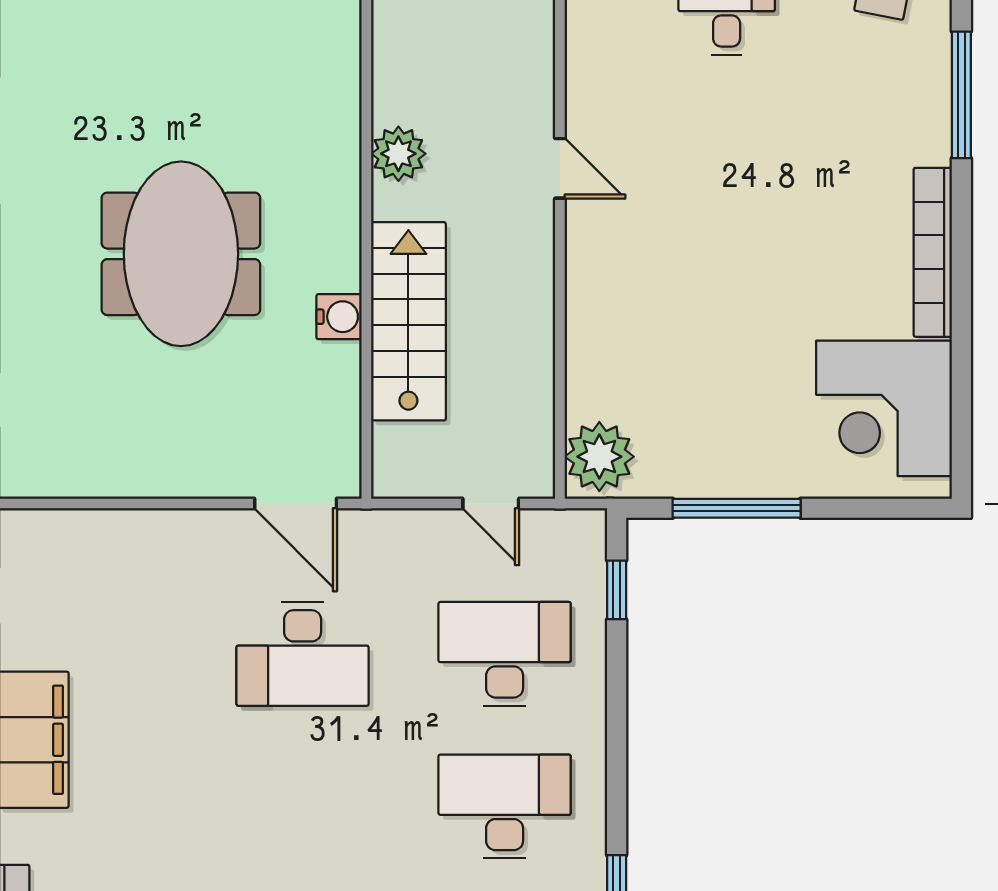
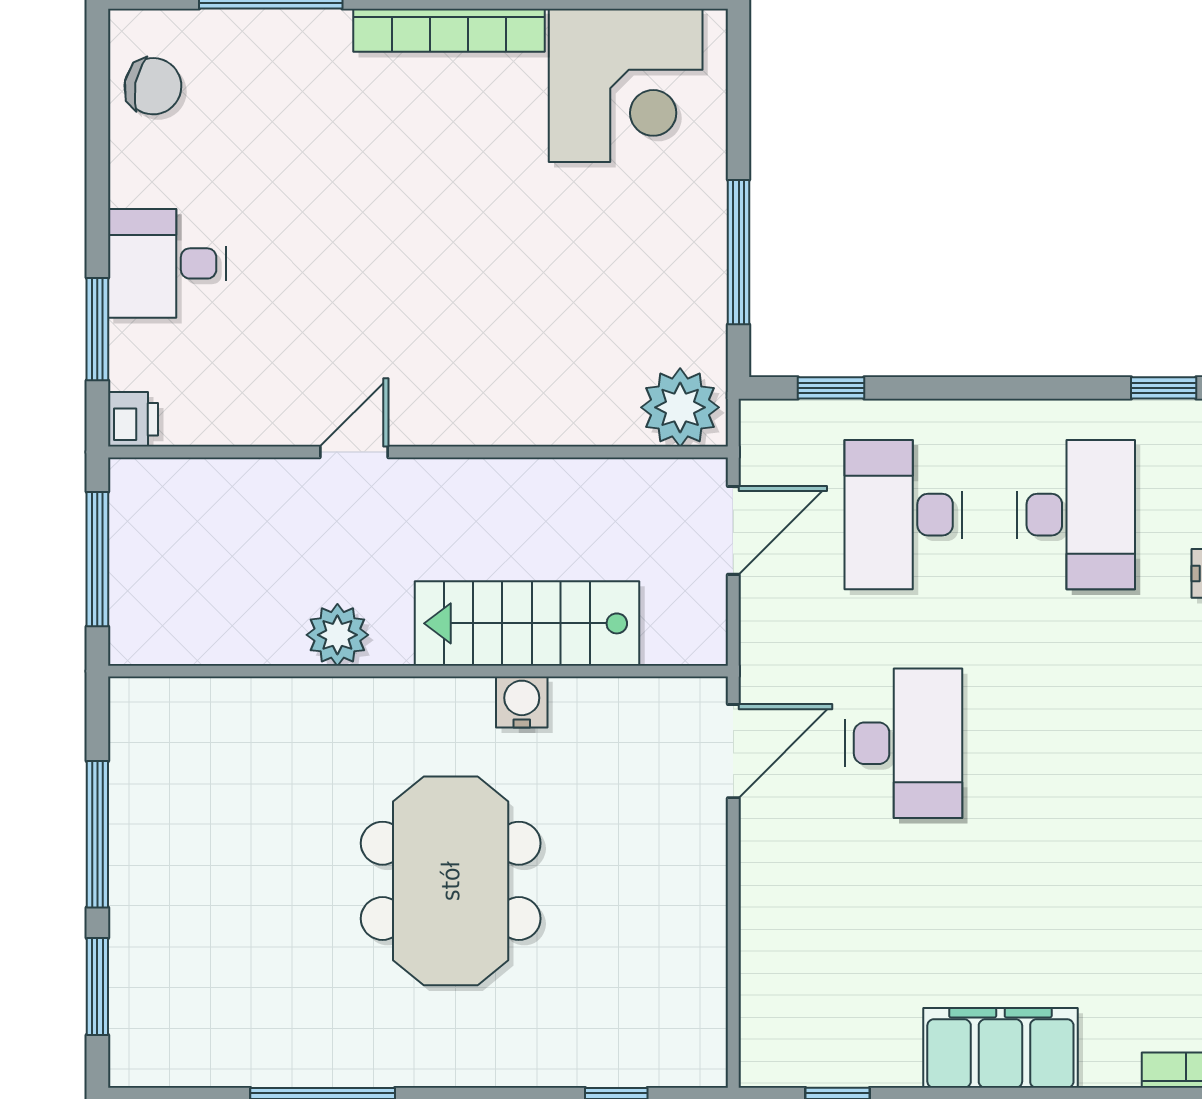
meeting table: (181, 254) -> (451, 881), turned 90
door: (491, 504) -> (733, 530), width x1.38
desk: (505, 807) -> (1076, 515), turned 180

